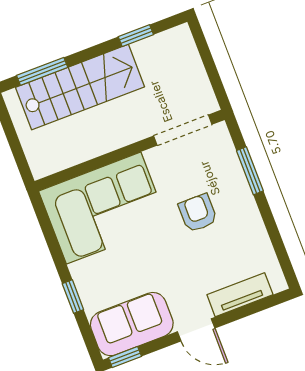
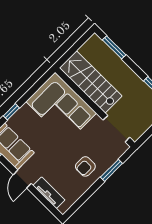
stairs: (80, 87) -> (91, 82), moved, turned 180
armchair: (198, 213) -> (85, 166), moved, turned 180

